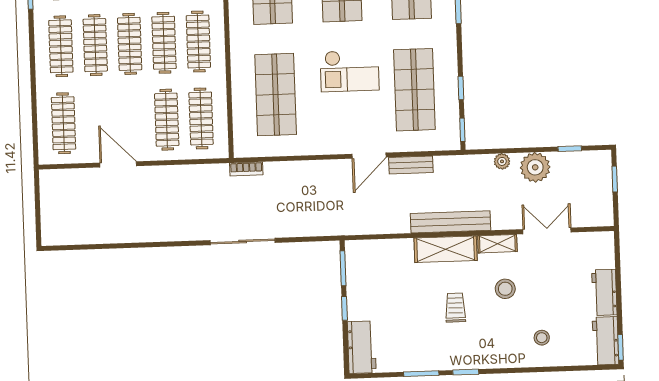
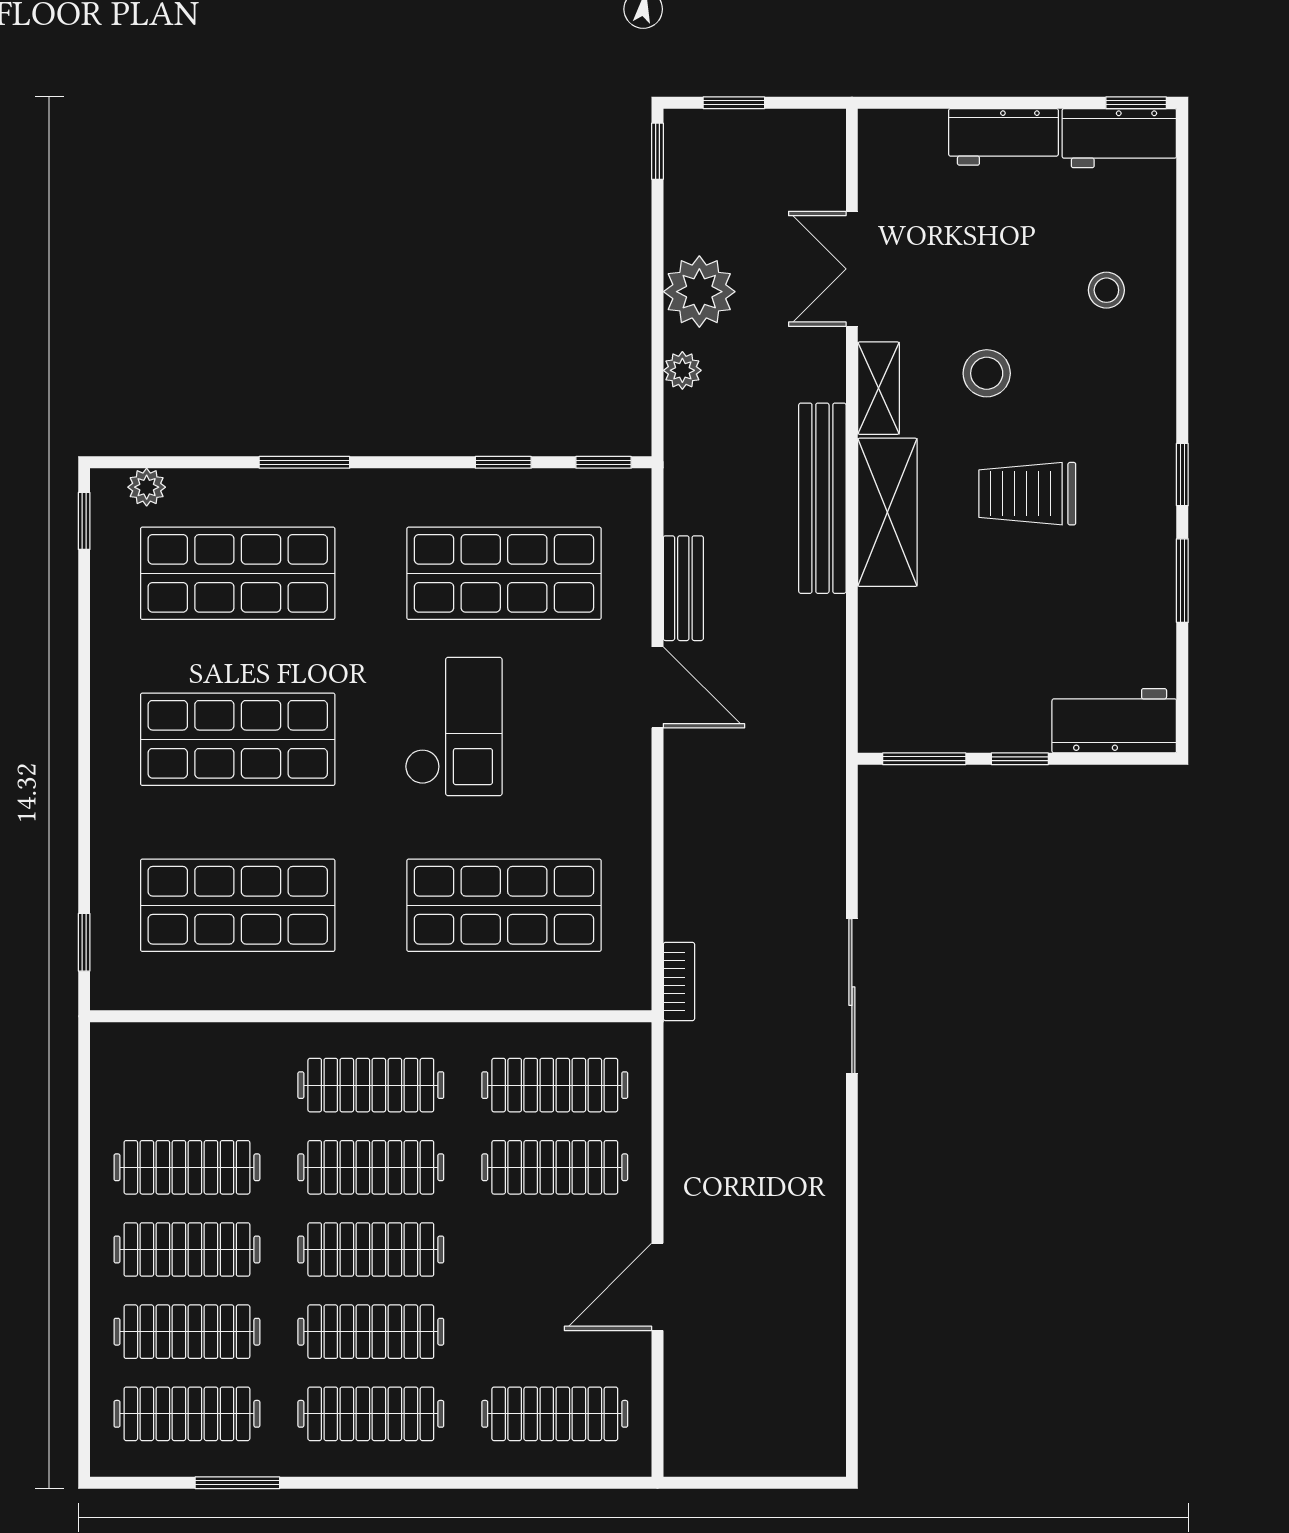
window: (570, 149) -> (658, 151), moved
trolley: (455, 308) -> (1027, 494), width x1.36, depth x1.39

